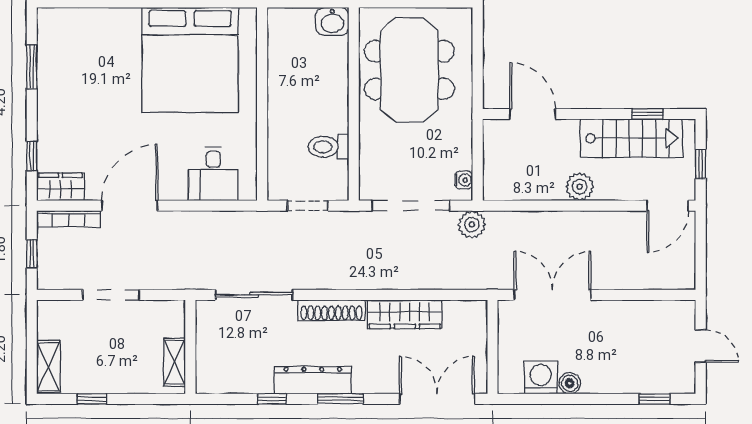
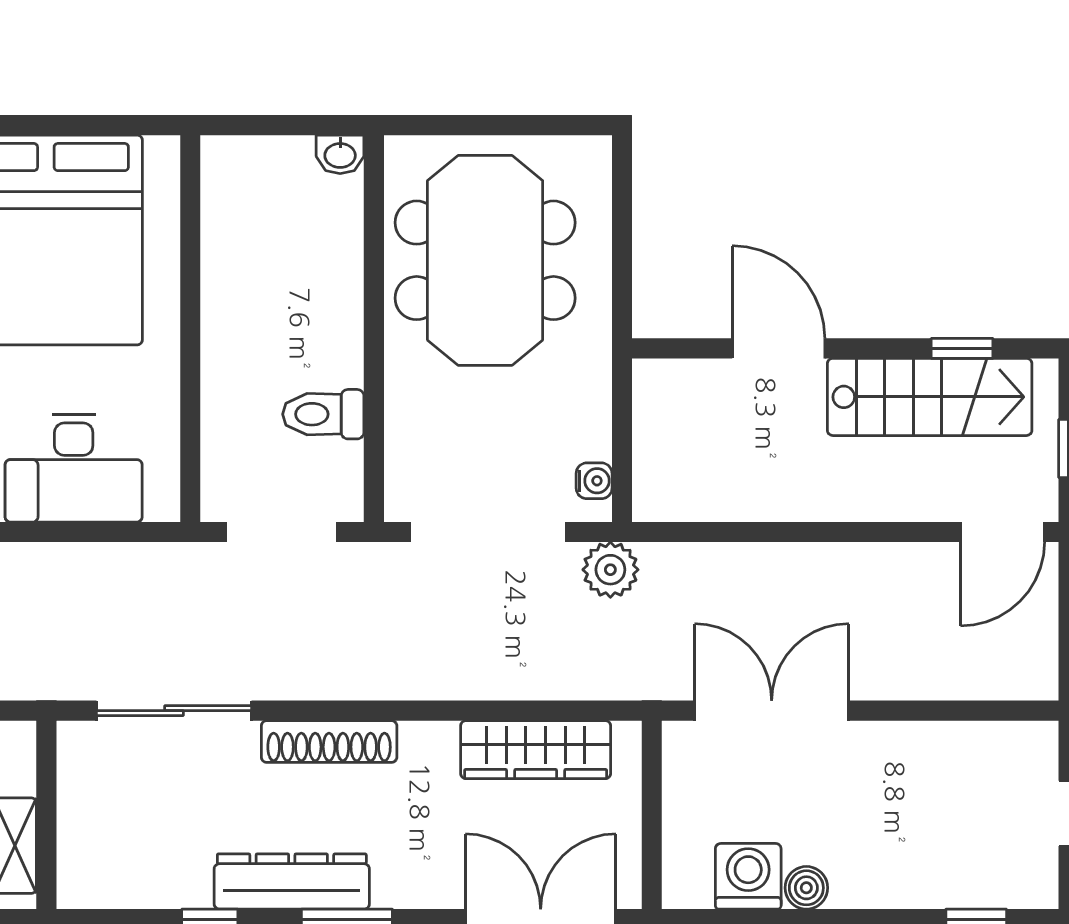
washbasin: (332, 21) -> (340, 154), width x0.72, depth x0.69
door: (532, 114) -> (778, 348), moved
desk: (213, 174) -> (74, 468), width x1.37
plant: (580, 187) -> (826, 494), removed
doorway: (307, 206) -> (281, 532), width x1.38
wardrobe: (405, 314) -> (536, 750), moved

